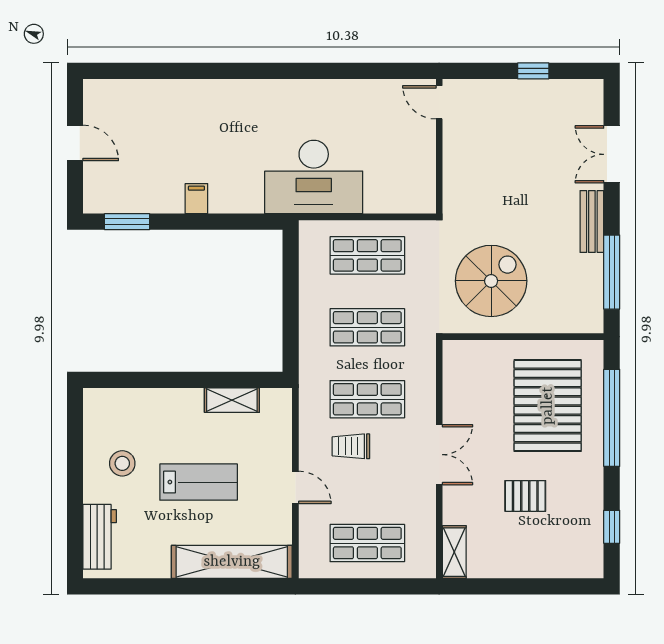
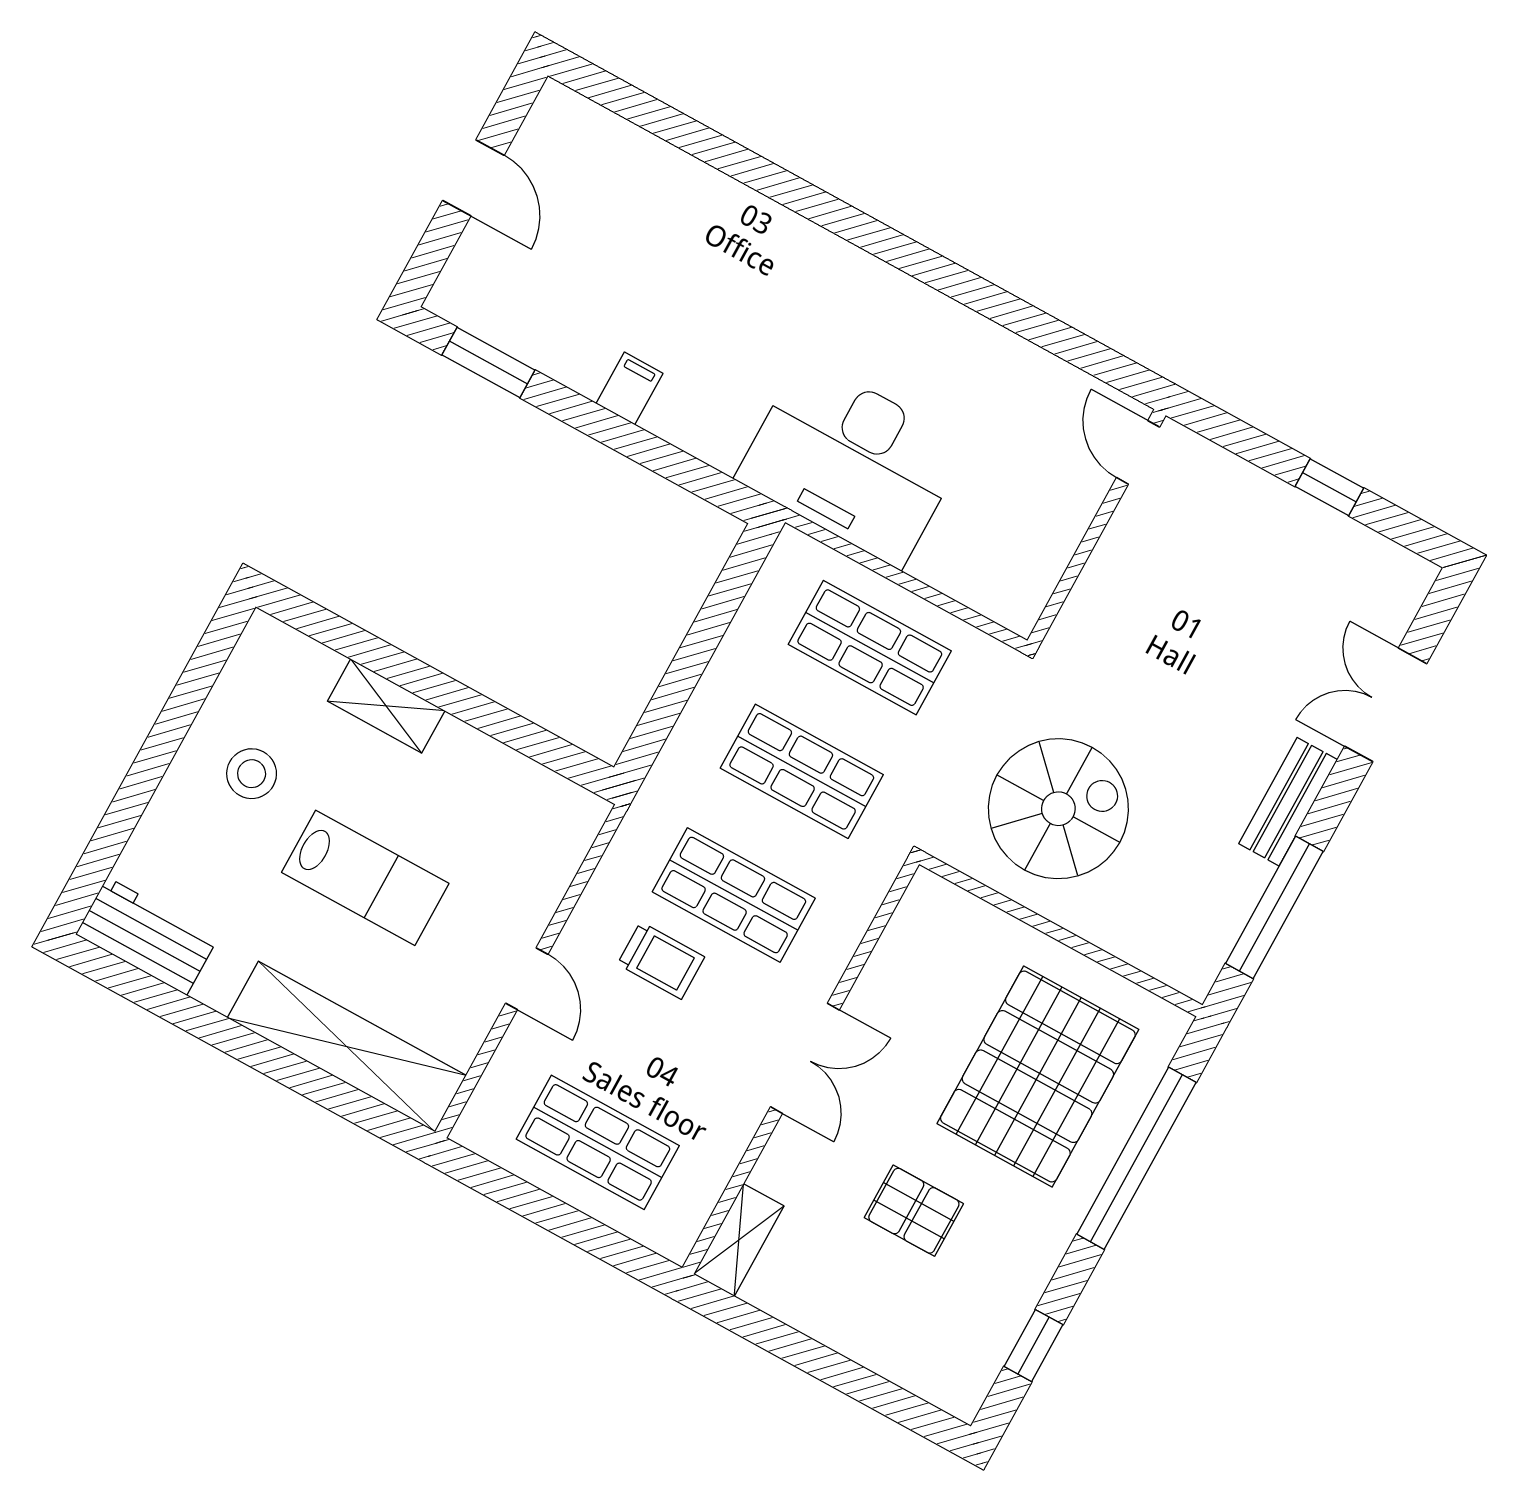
shelving: (232, 400) -> (386, 706), moved
trolley: (351, 446) -> (661, 961), turned 180
workbench: (100, 537) -> (147, 936), moved, turned -90

